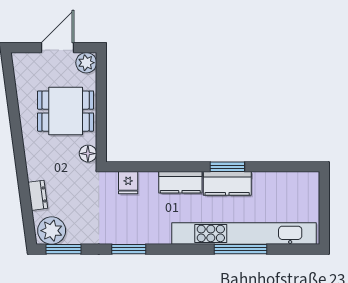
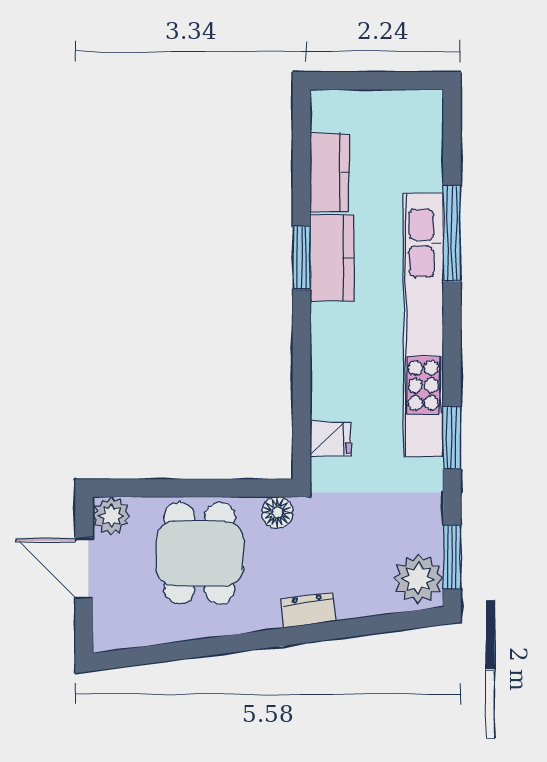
kitchen counter: (180, 182) -> (330, 172), moved
dresser: (38, 195) -> (308, 610), moved
kitchen unit: (244, 233) -> (423, 325), moved

